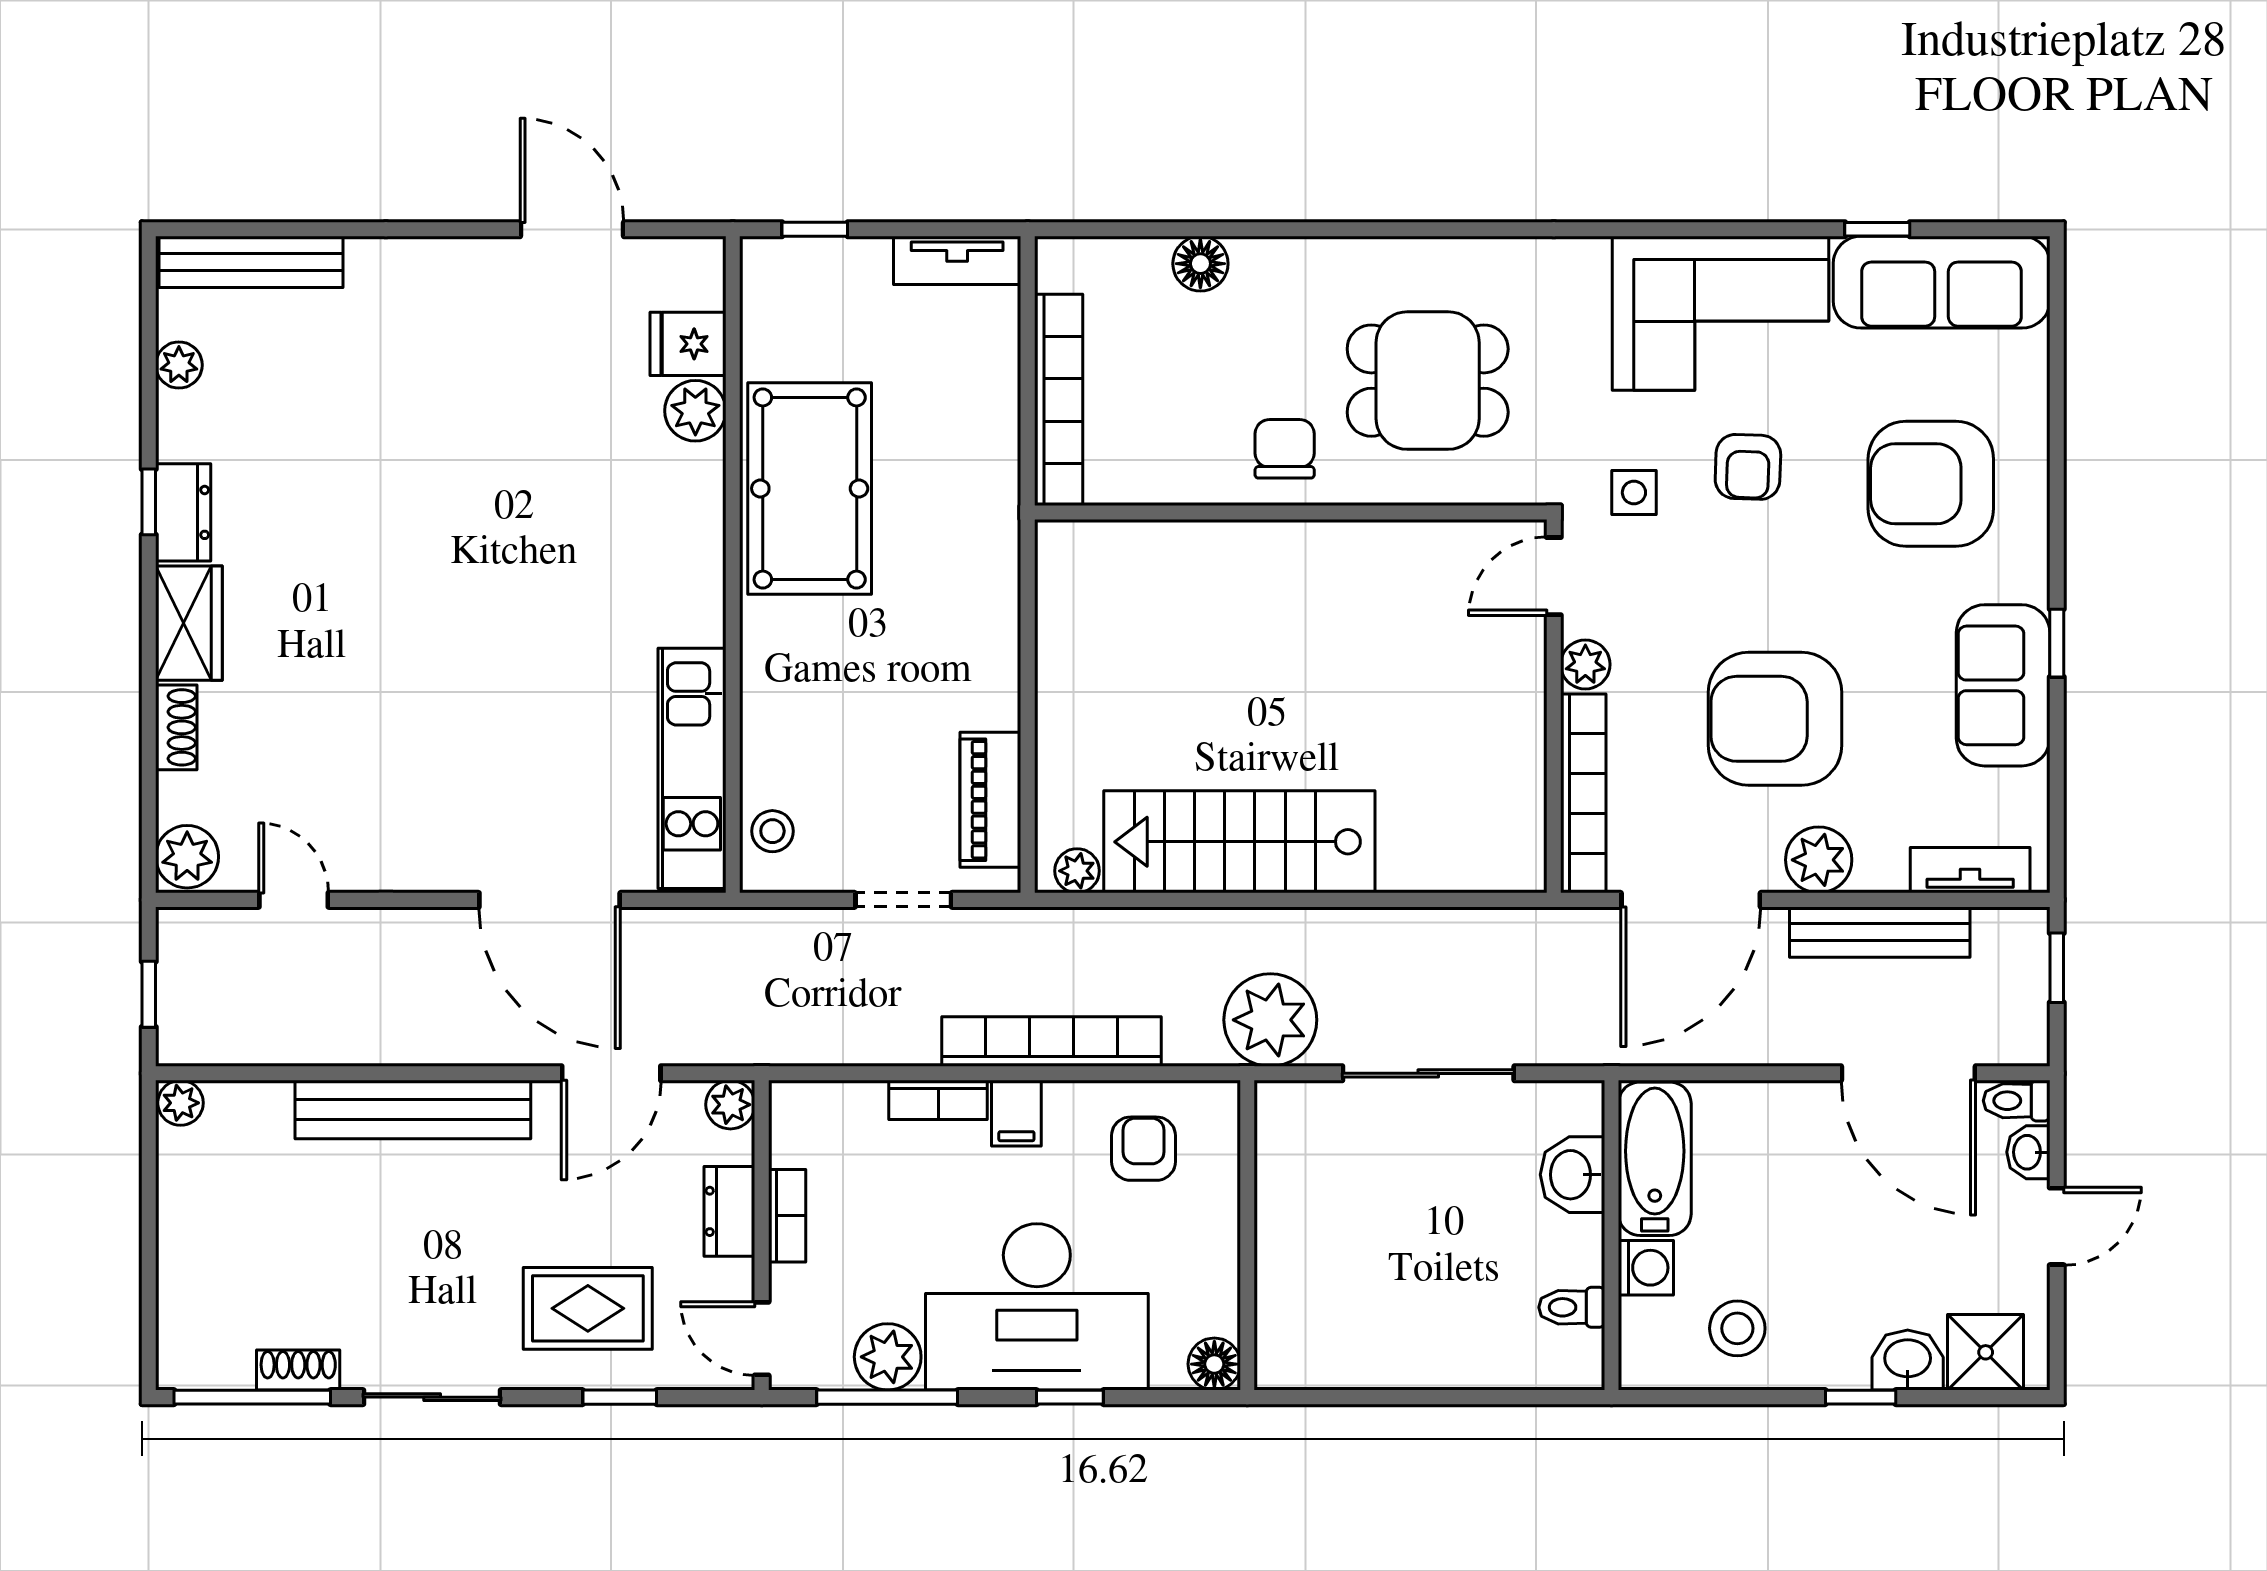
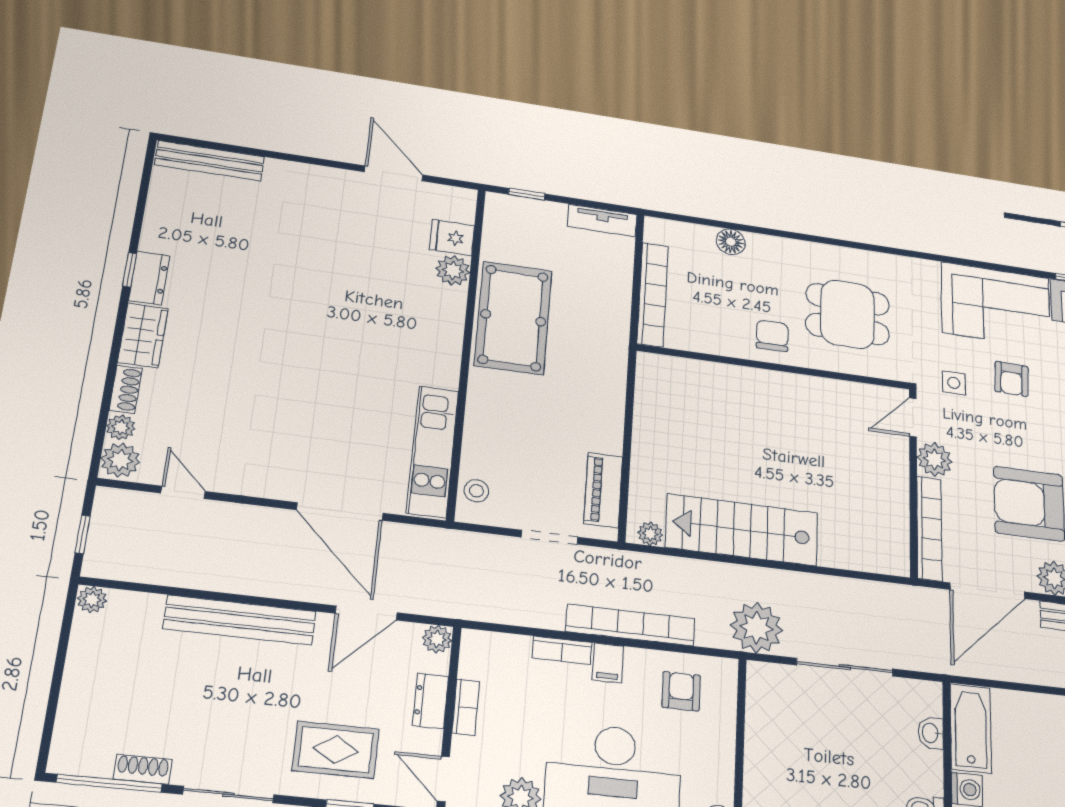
plant: (179, 365) -> (121, 427), moved
plant: (1585, 664) -> (935, 459), width x1.38, depth x1.38
washbasin: (1572, 1175) -> (931, 733), width x0.72, depth x0.69

